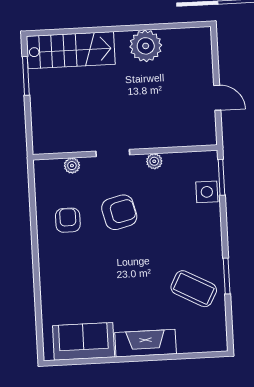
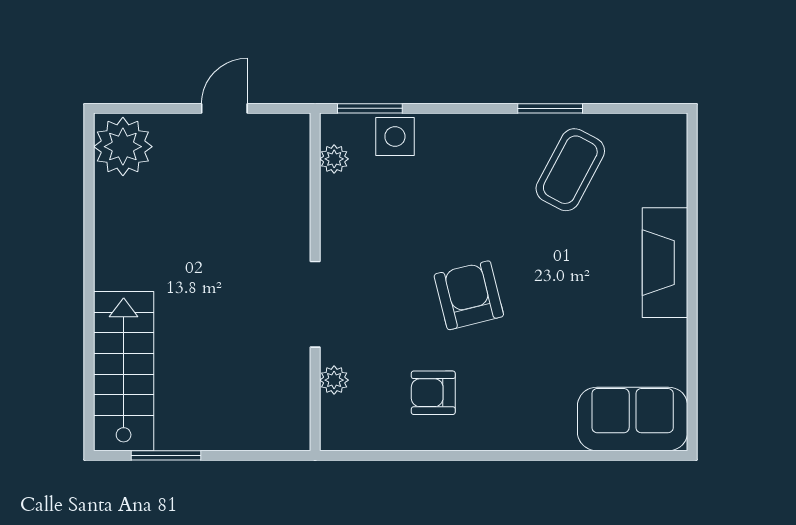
plant: (146, 46) -> (123, 147), moved
doorway: (113, 153) -> (315, 304), width x1.38
plant: (154, 161) -> (334, 159), moved
armchair: (119, 212) -> (469, 295), moved
sofa: (84, 341) -> (633, 419), moved, turned 90

